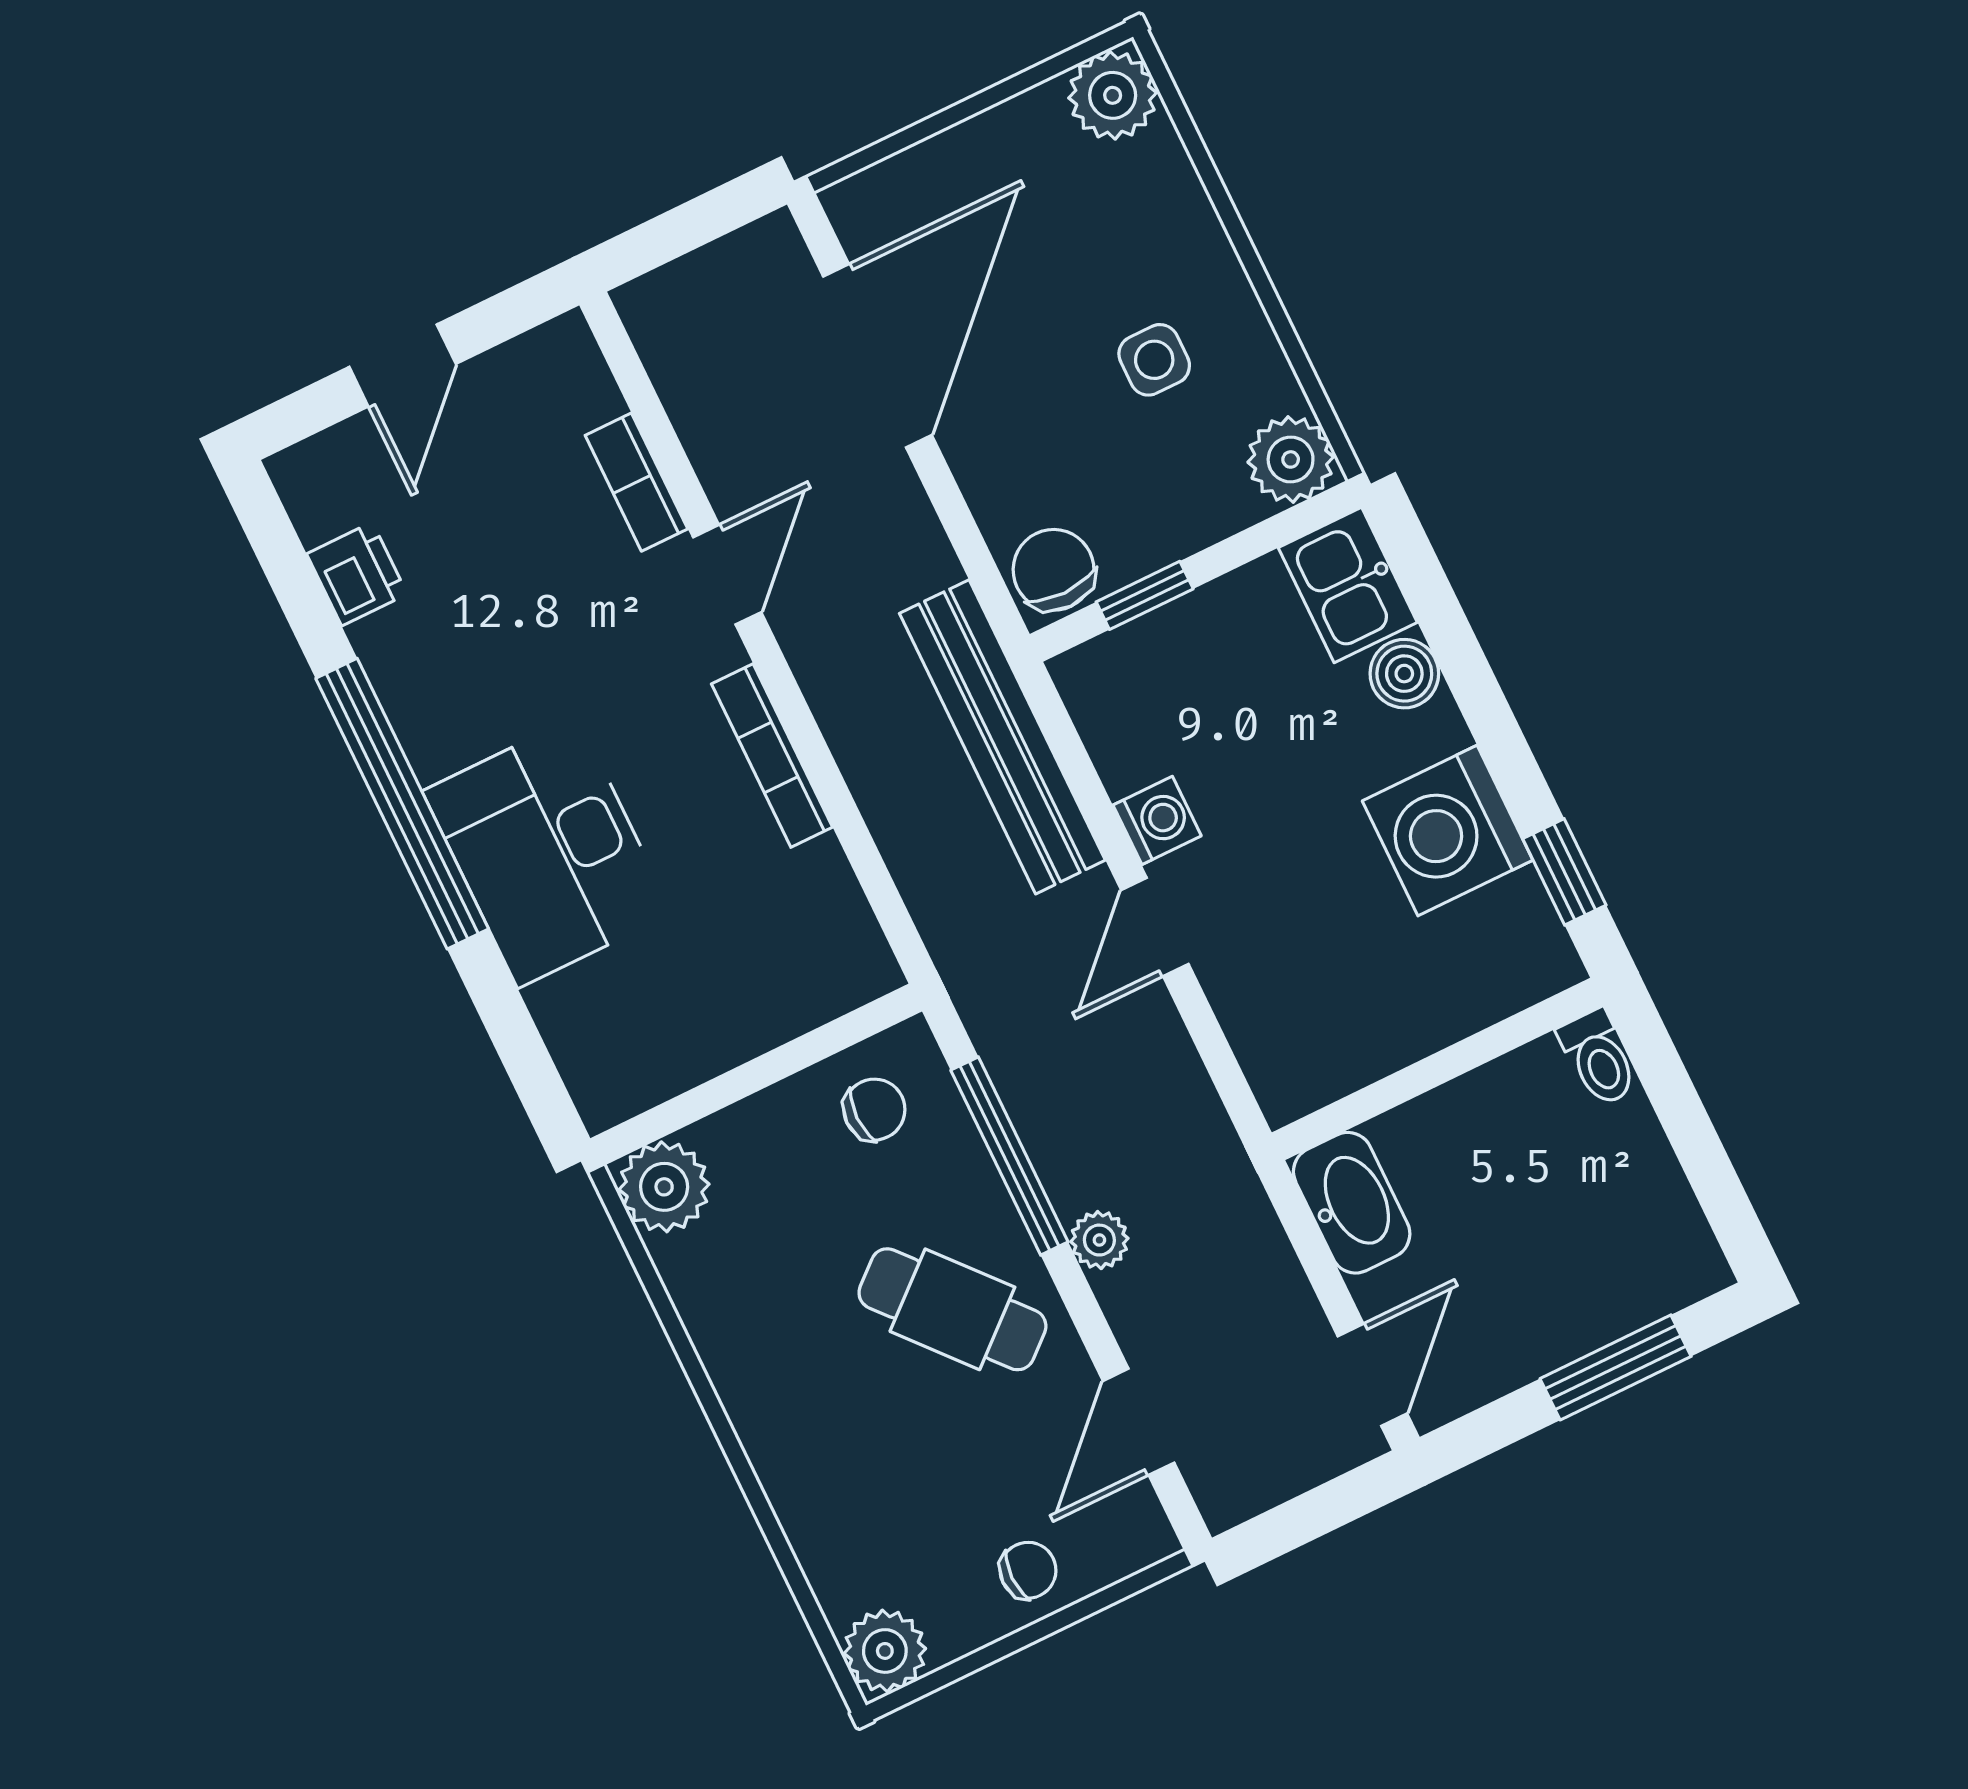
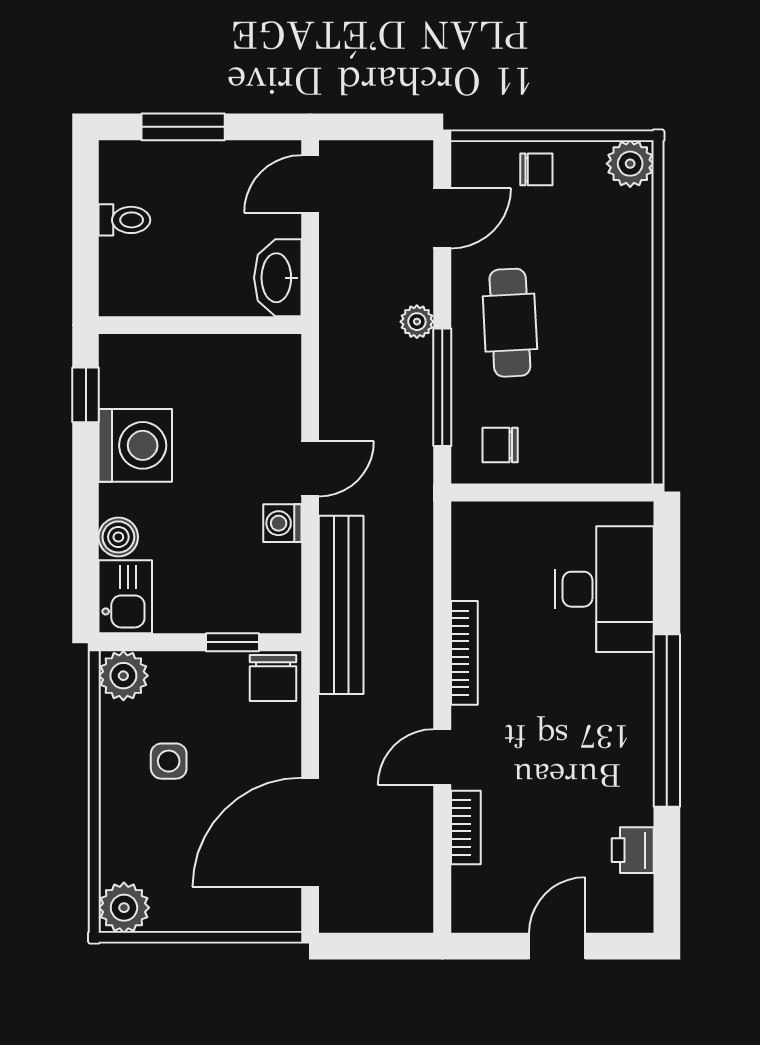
desk: (547, 852) -> (604, 589), moved
toilet: (1598, 1058) -> (124, 220), moved, turned 90
plant: (664, 1187) -> (628, 458), removed
cafe table: (952, 1309) -> (510, 323), turned 38
chair: (1028, 1570) -> (536, 169), turned 180

